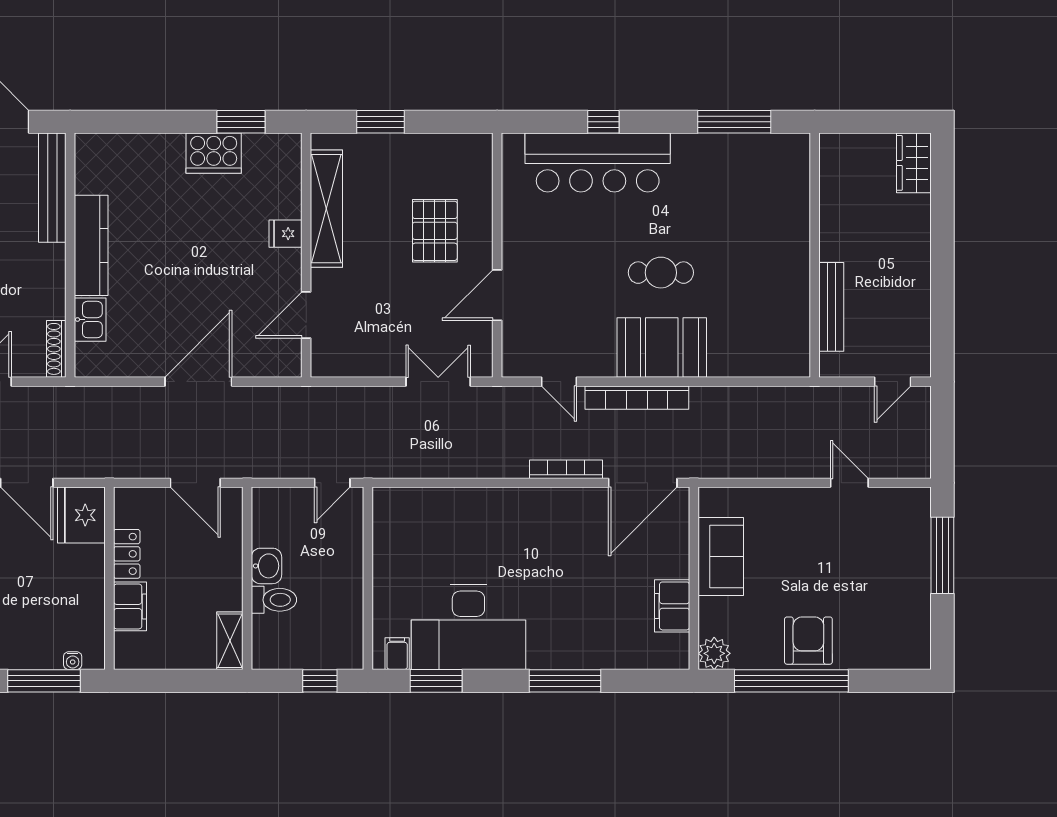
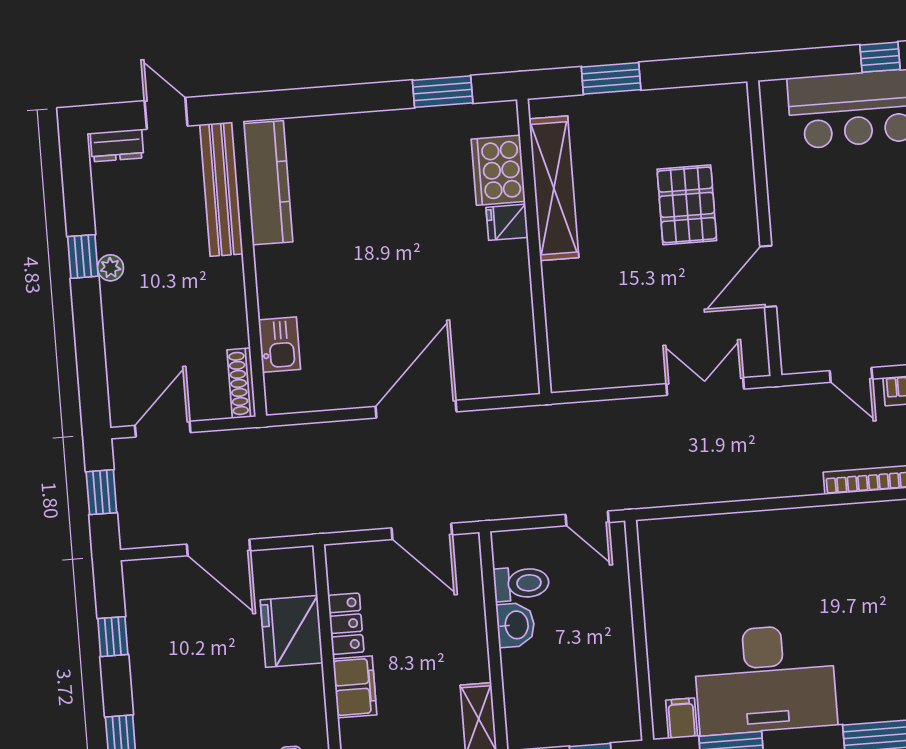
cooker: (214, 153) -> (498, 170), moved, turned 90
kitchen counter: (91, 245) -> (268, 183), moved
door: (306, 315) -> (540, 319), removed
door: (332, 483) -> (587, 518), hinge flipped
fridge: (81, 515) -> (292, 631), moved
toilet: (274, 600) -> (521, 583), moved

